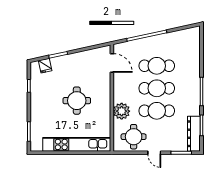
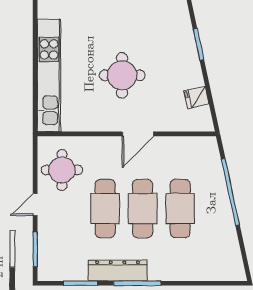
door: (112, 63) -> (138, 134), moved
fridge: (45, 66) -> (197, 97), moved
plant: (122, 111) -> (104, 150), removed
dresser: (194, 134) -> (118, 270), moved

